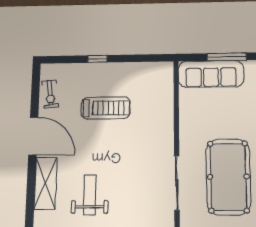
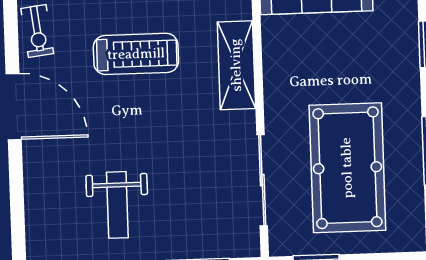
shelving: (46, 183) -> (236, 65), moved
weight bench: (90, 195) -> (117, 205), turned 180

